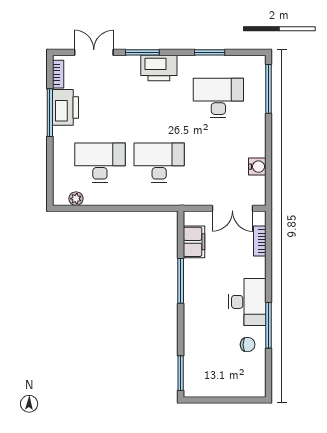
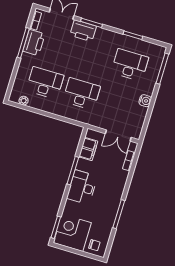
printer: (159, 68) -> (83, 31), moved
water cooler: (257, 167) -> (145, 101), moved
desk: (247, 302) -> (82, 187), moved, turned 180
chair: (248, 345) -> (94, 245), moved
corner desk: (208, 374) -> (72, 233), added

